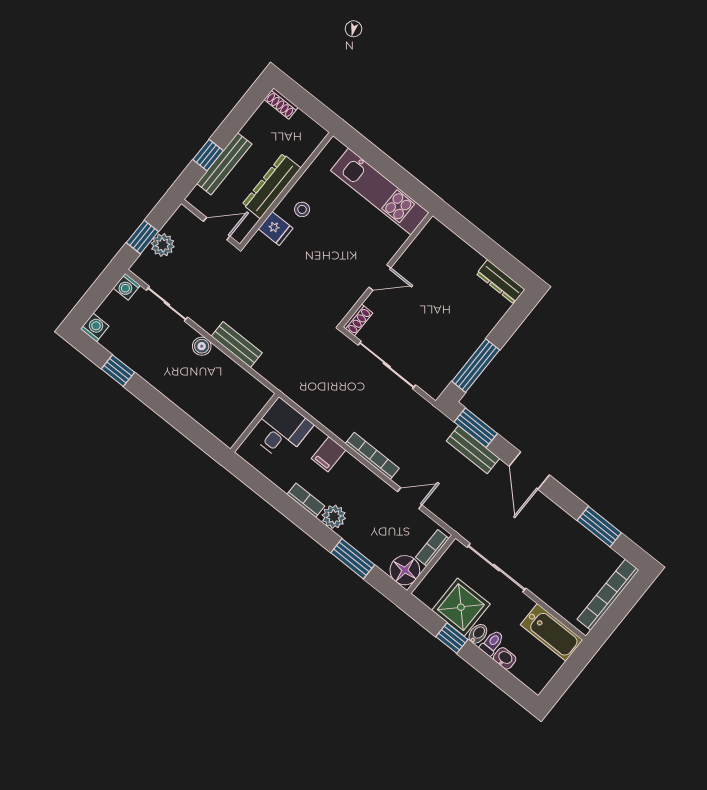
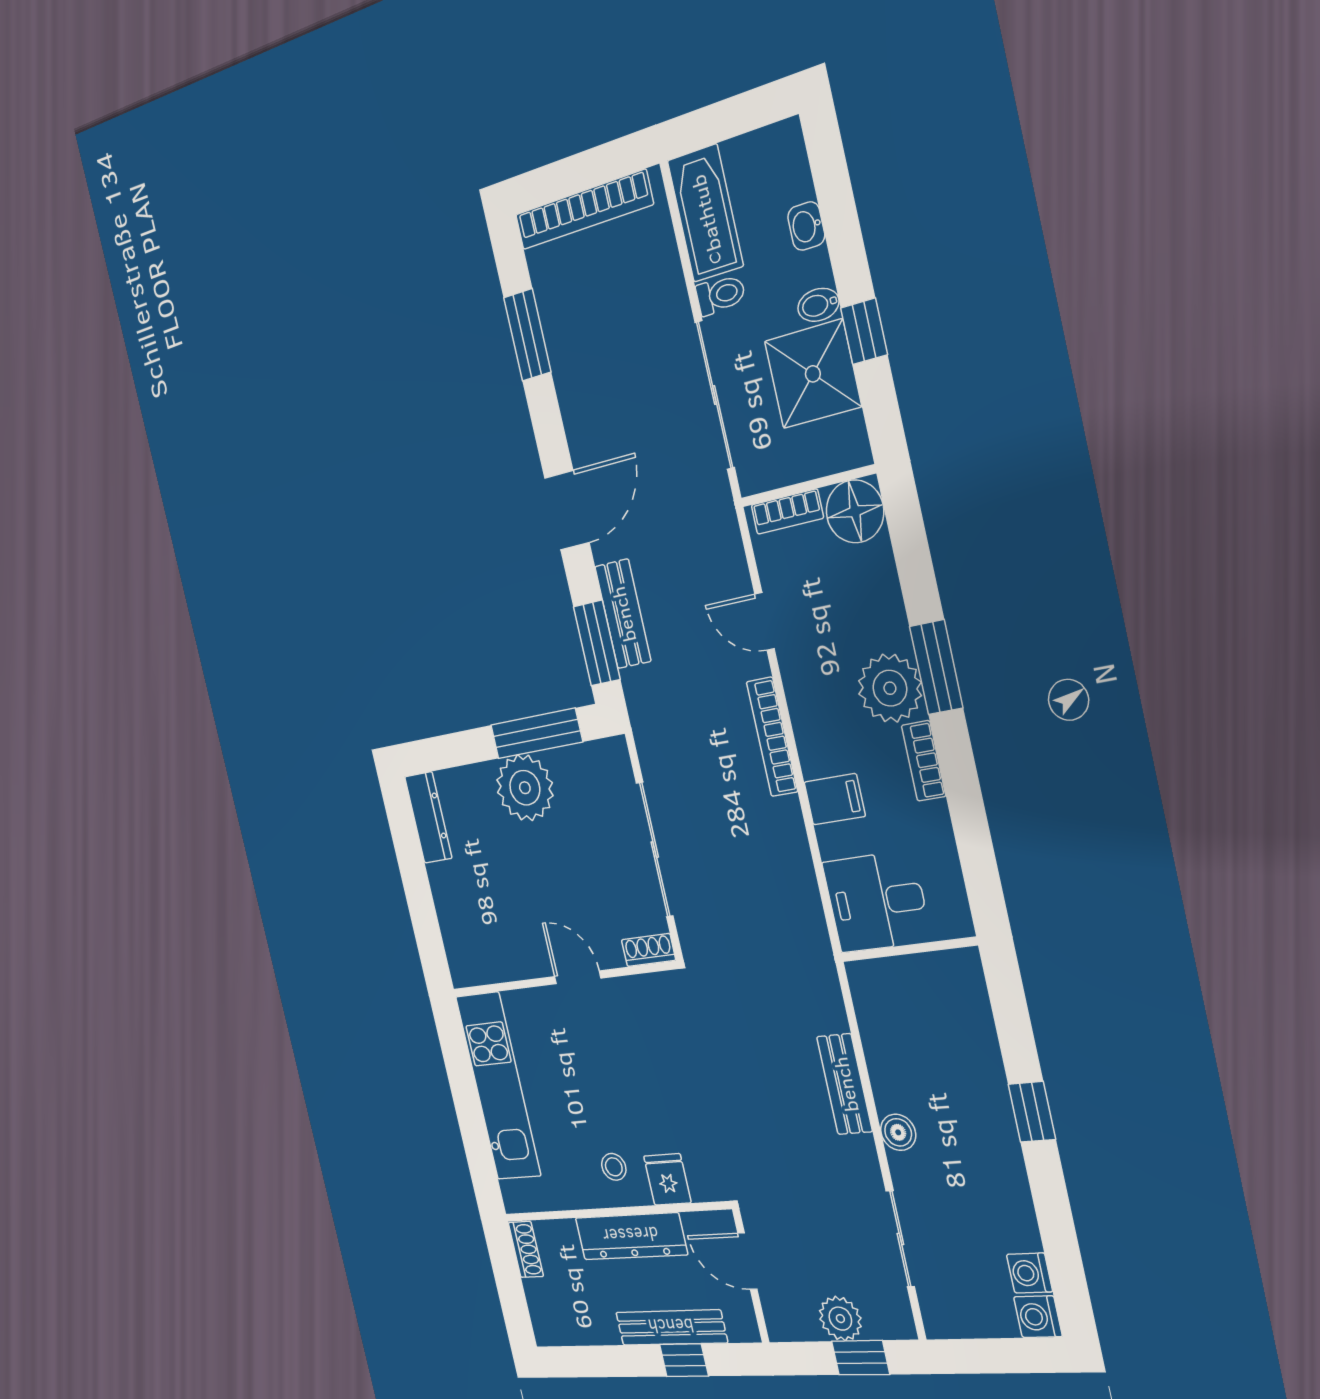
shoe rack: (281, 104) -> (526, 1249), moved
washing machine: (127, 287) -> (1030, 1273), moved, turned 180
plant: (464, 337) -> (525, 788), added
window: (118, 371) -> (1032, 1112), moved
plant: (334, 517) -> (890, 688), width x1.36, depth x1.36
window: (353, 559) -> (936, 667), moved
toilet: (492, 643) -> (721, 295), moved, turned 180

